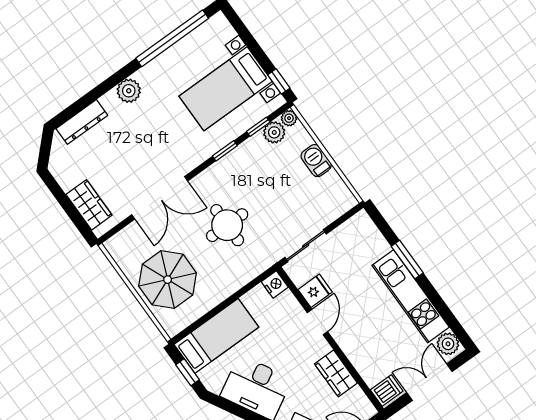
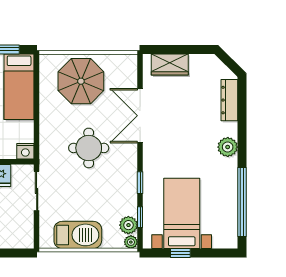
window: (279, 81) -> (180, 253), moved
barbecue: (316, 161) -> (78, 235), width x1.88, depth x1.53

